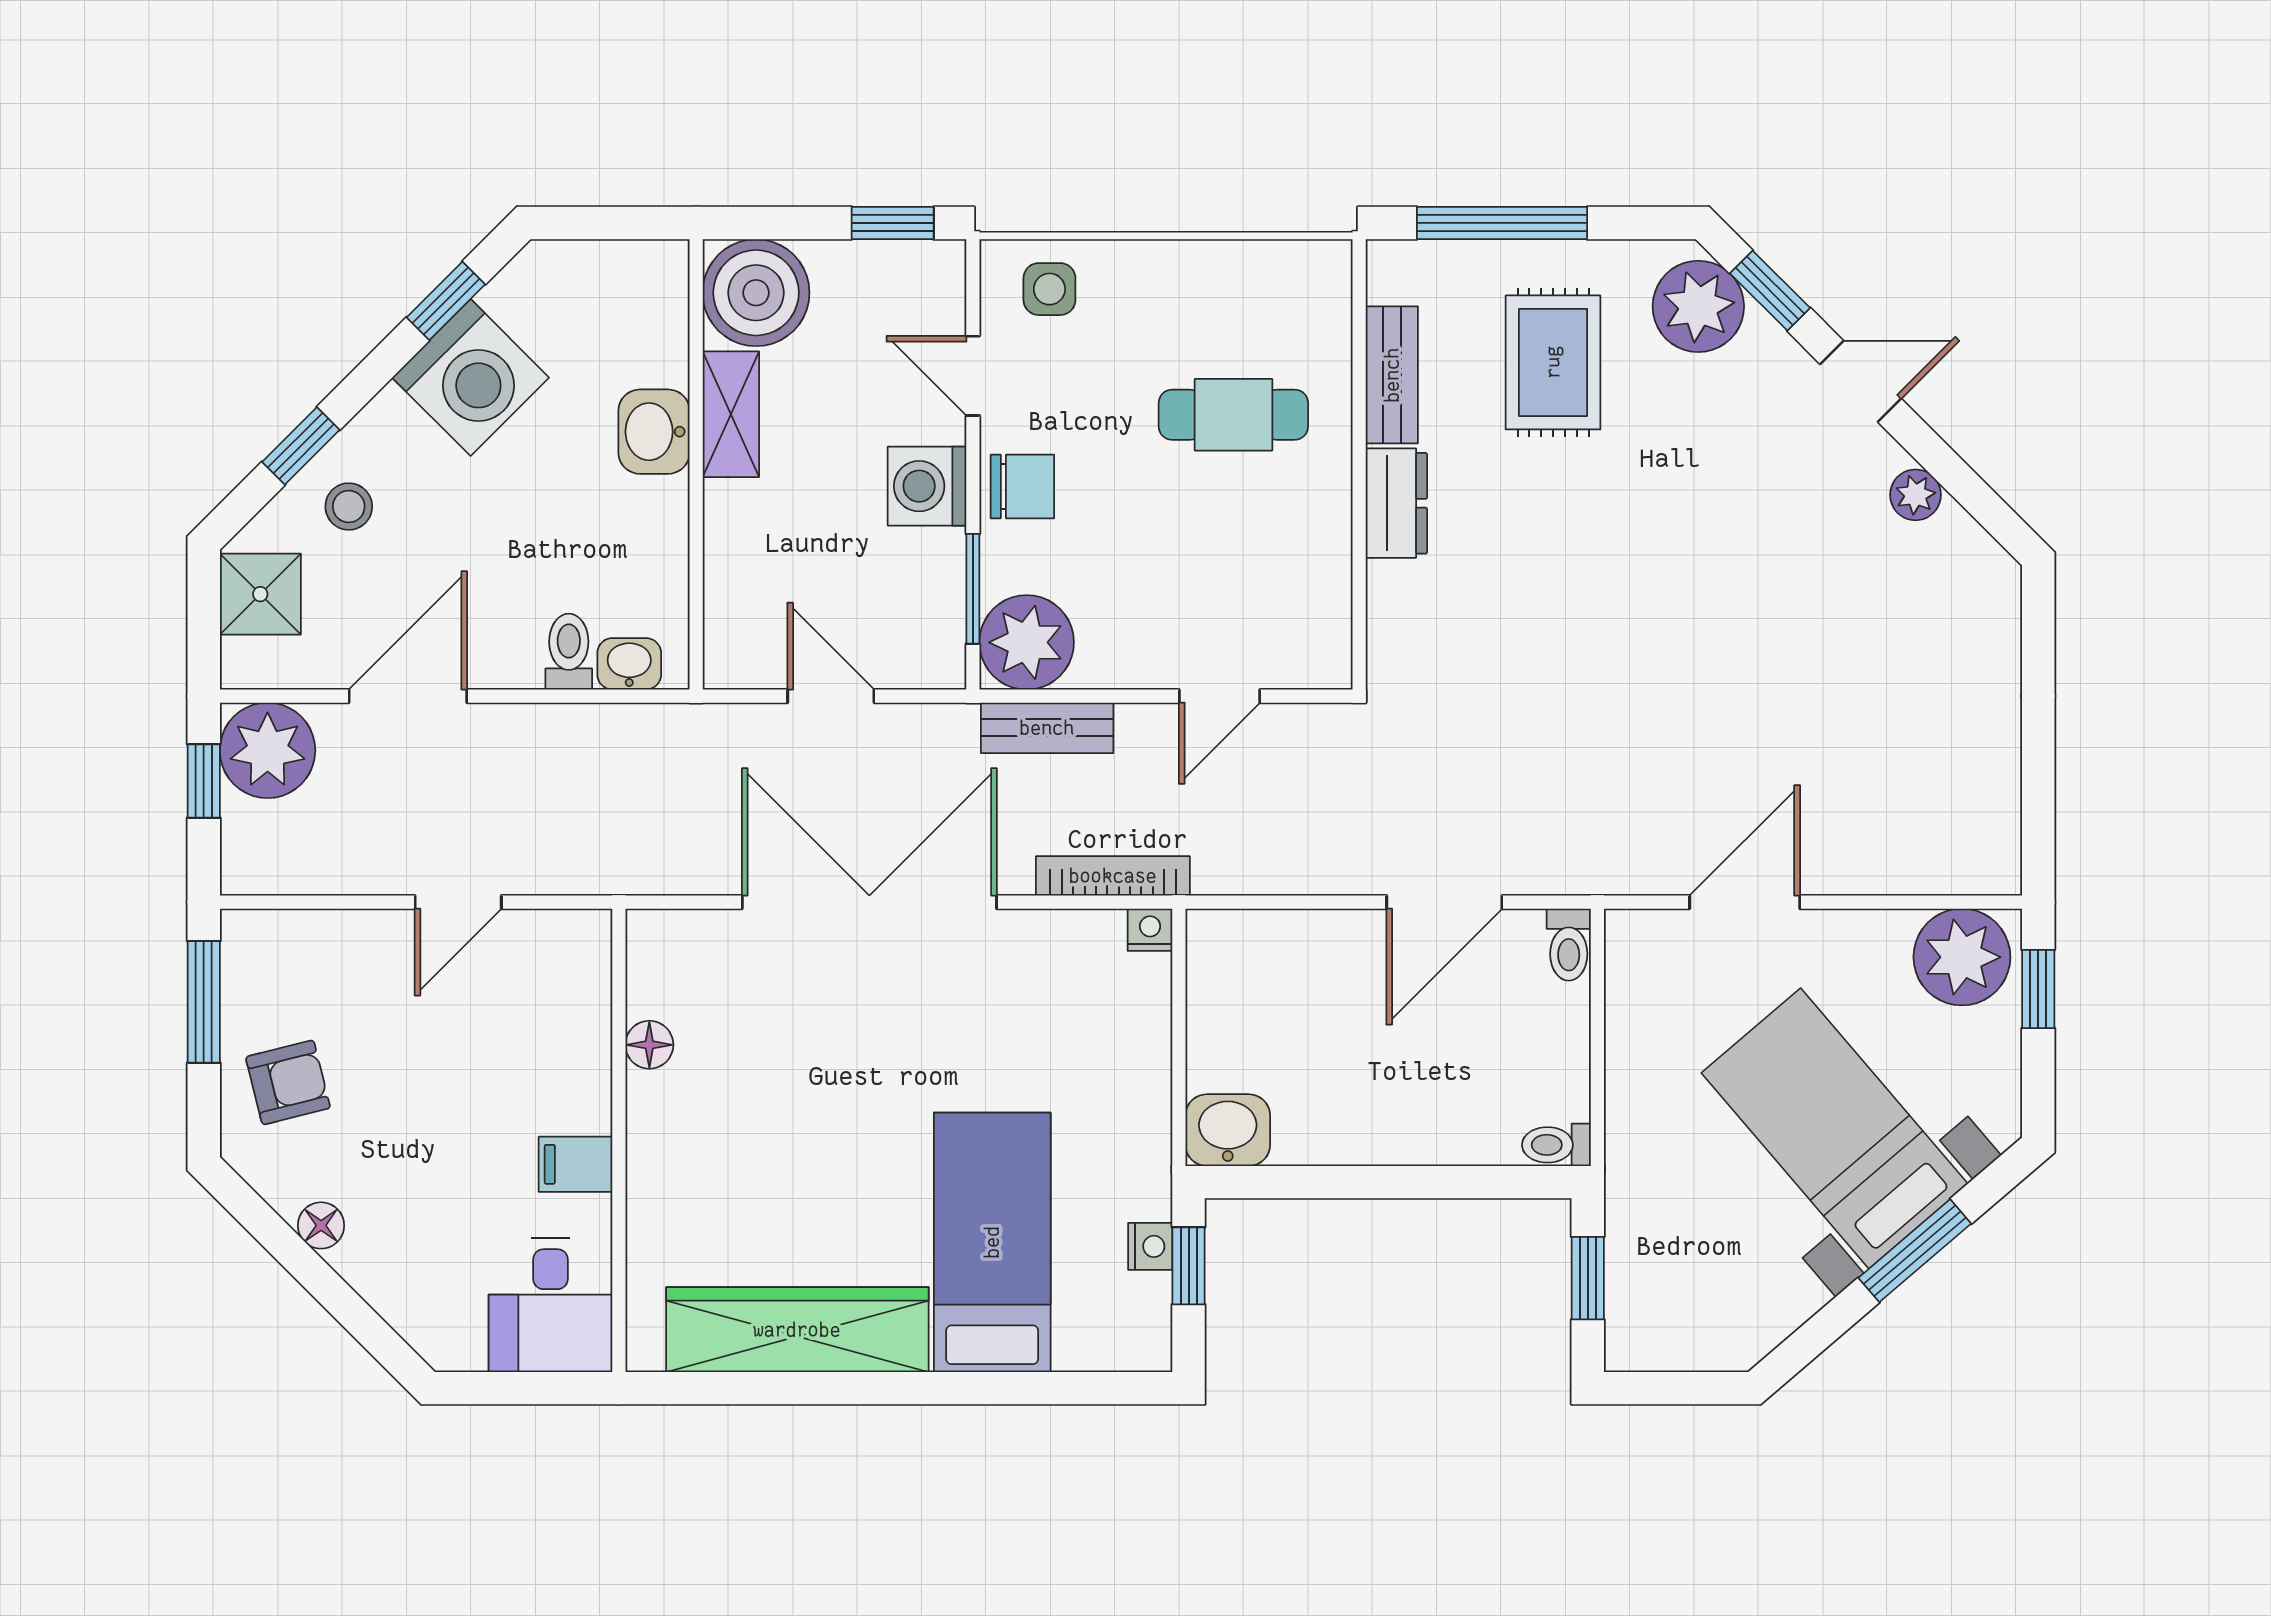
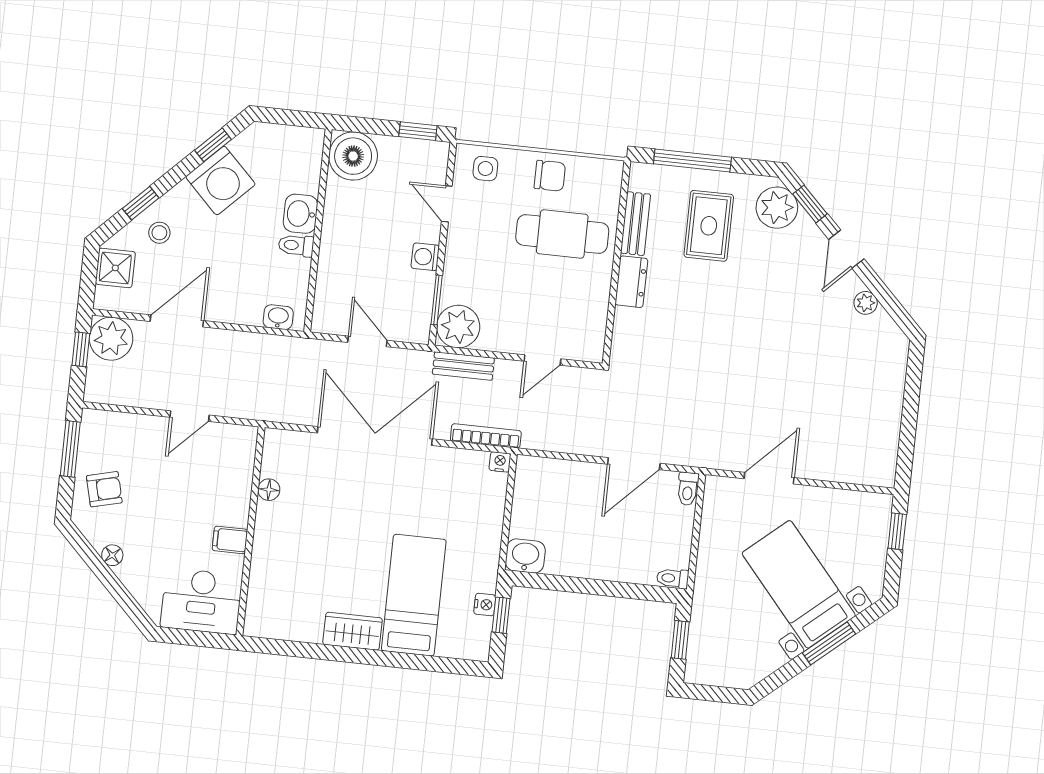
door: (1861, 381) -> (846, 249), swing flipped
shelving: (731, 414) -> (336, 210), removed
cafe table: (1233, 415) -> (562, 234), width x1.37, depth x1.35
washing machine: (927, 486) -> (425, 257), width x0.73, depth x0.73
chair: (1022, 486) -> (550, 176), moved
toilet: (569, 652) -> (296, 245), moved, turned -90
plant: (1962, 957) -> (864, 513), removed
desk: (550, 1305) -> (201, 601), width x1.37
wardrobe: (797, 1330) -> (353, 631), width x0.48, depth x0.85

